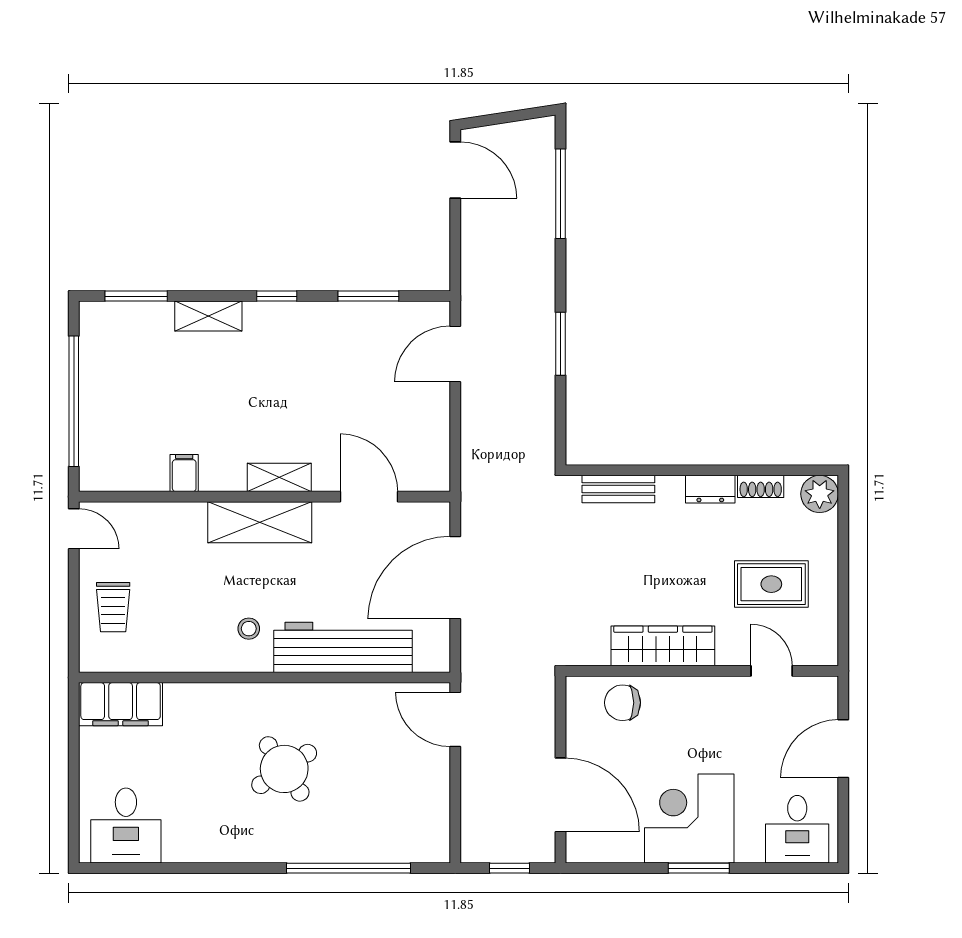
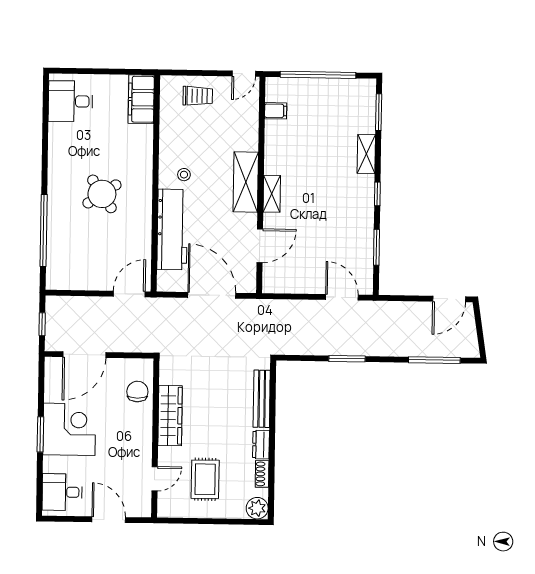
filing cabinet: (184, 473) -> (276, 111), moved
bench: (618, 489) -> (262, 399), width x1.36
trolley: (113, 607) -> (198, 96), turned 180

